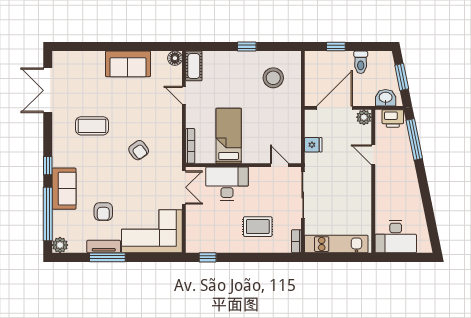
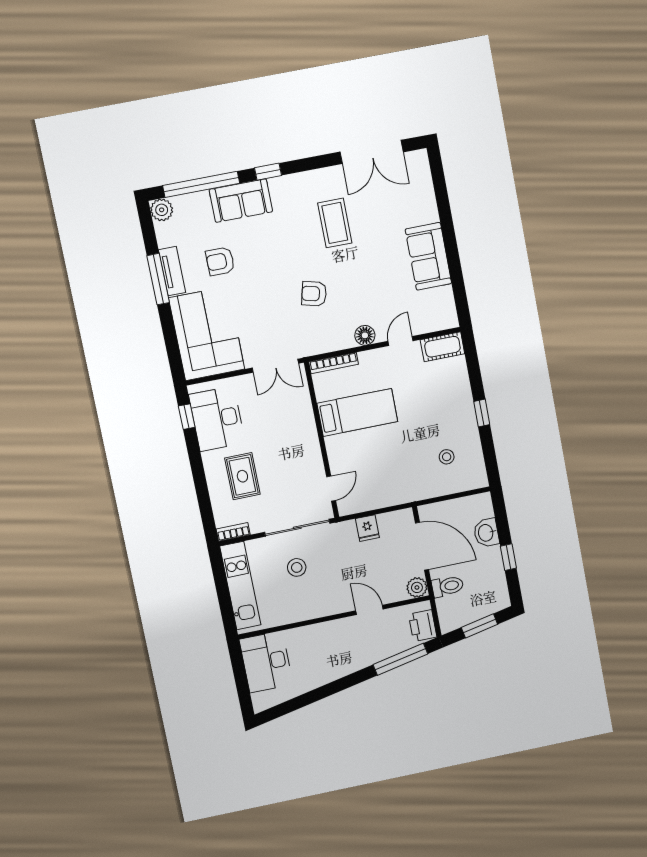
window: (336, 47) -> (508, 557), moved
floor lamp: (175, 58) -> (365, 335), moved
toilet: (361, 62) -> (448, 586), moved, turned 180
stool: (273, 78) -> (447, 457), width x0.53, depth x0.53
double door: (48, 90) -> (372, 152), swing flipped
washbasin: (386, 98) -> (486, 533), moved, turned 180
armchair: (139, 150) -> (314, 294), turned 50
door: (373, 155) -> (369, 610), hinge flipped
desk: (227, 184) -> (217, 419), moved, turned 180
stool: (331, 201) -> (297, 567), added

